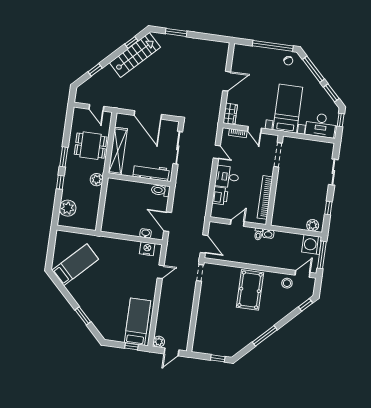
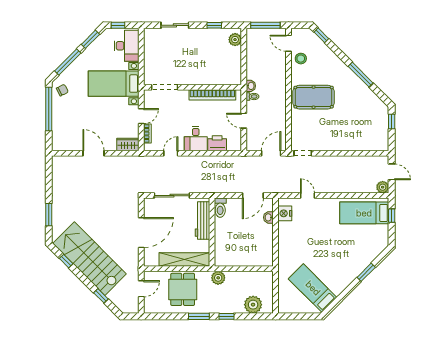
stairs: (135, 55) -> (90, 259), width x1.36, depth x1.51
washing machine: (312, 244) -> (256, 38), removed

